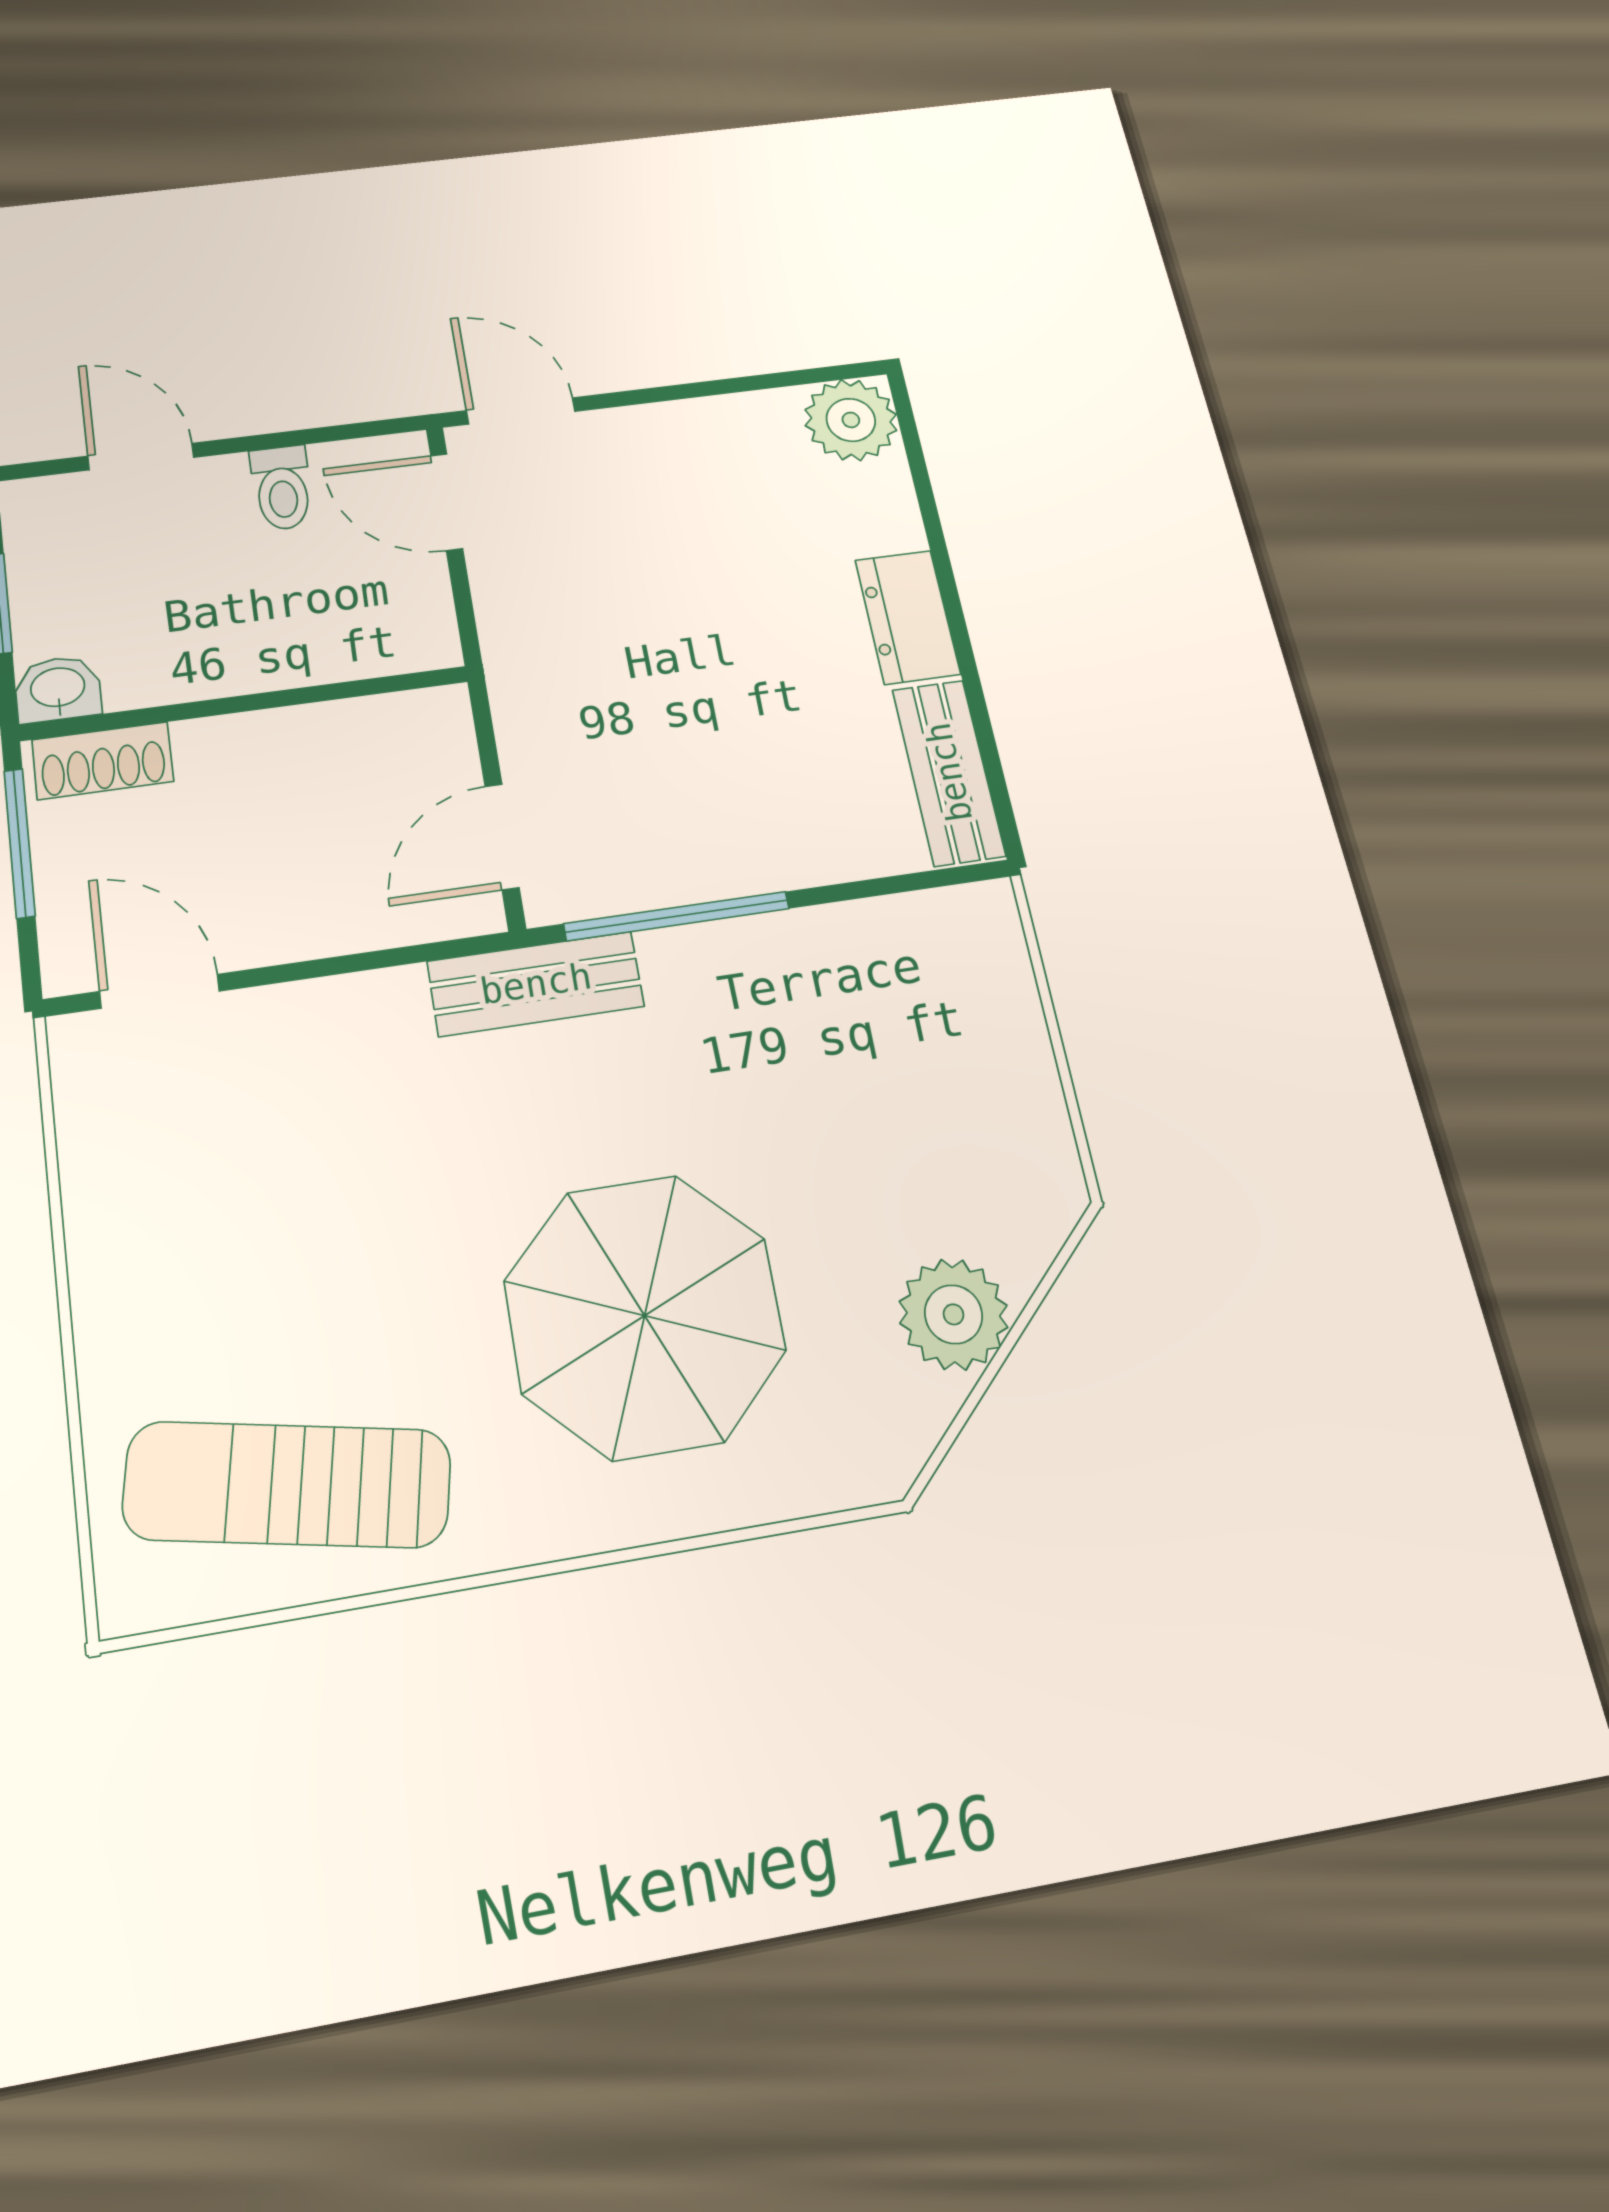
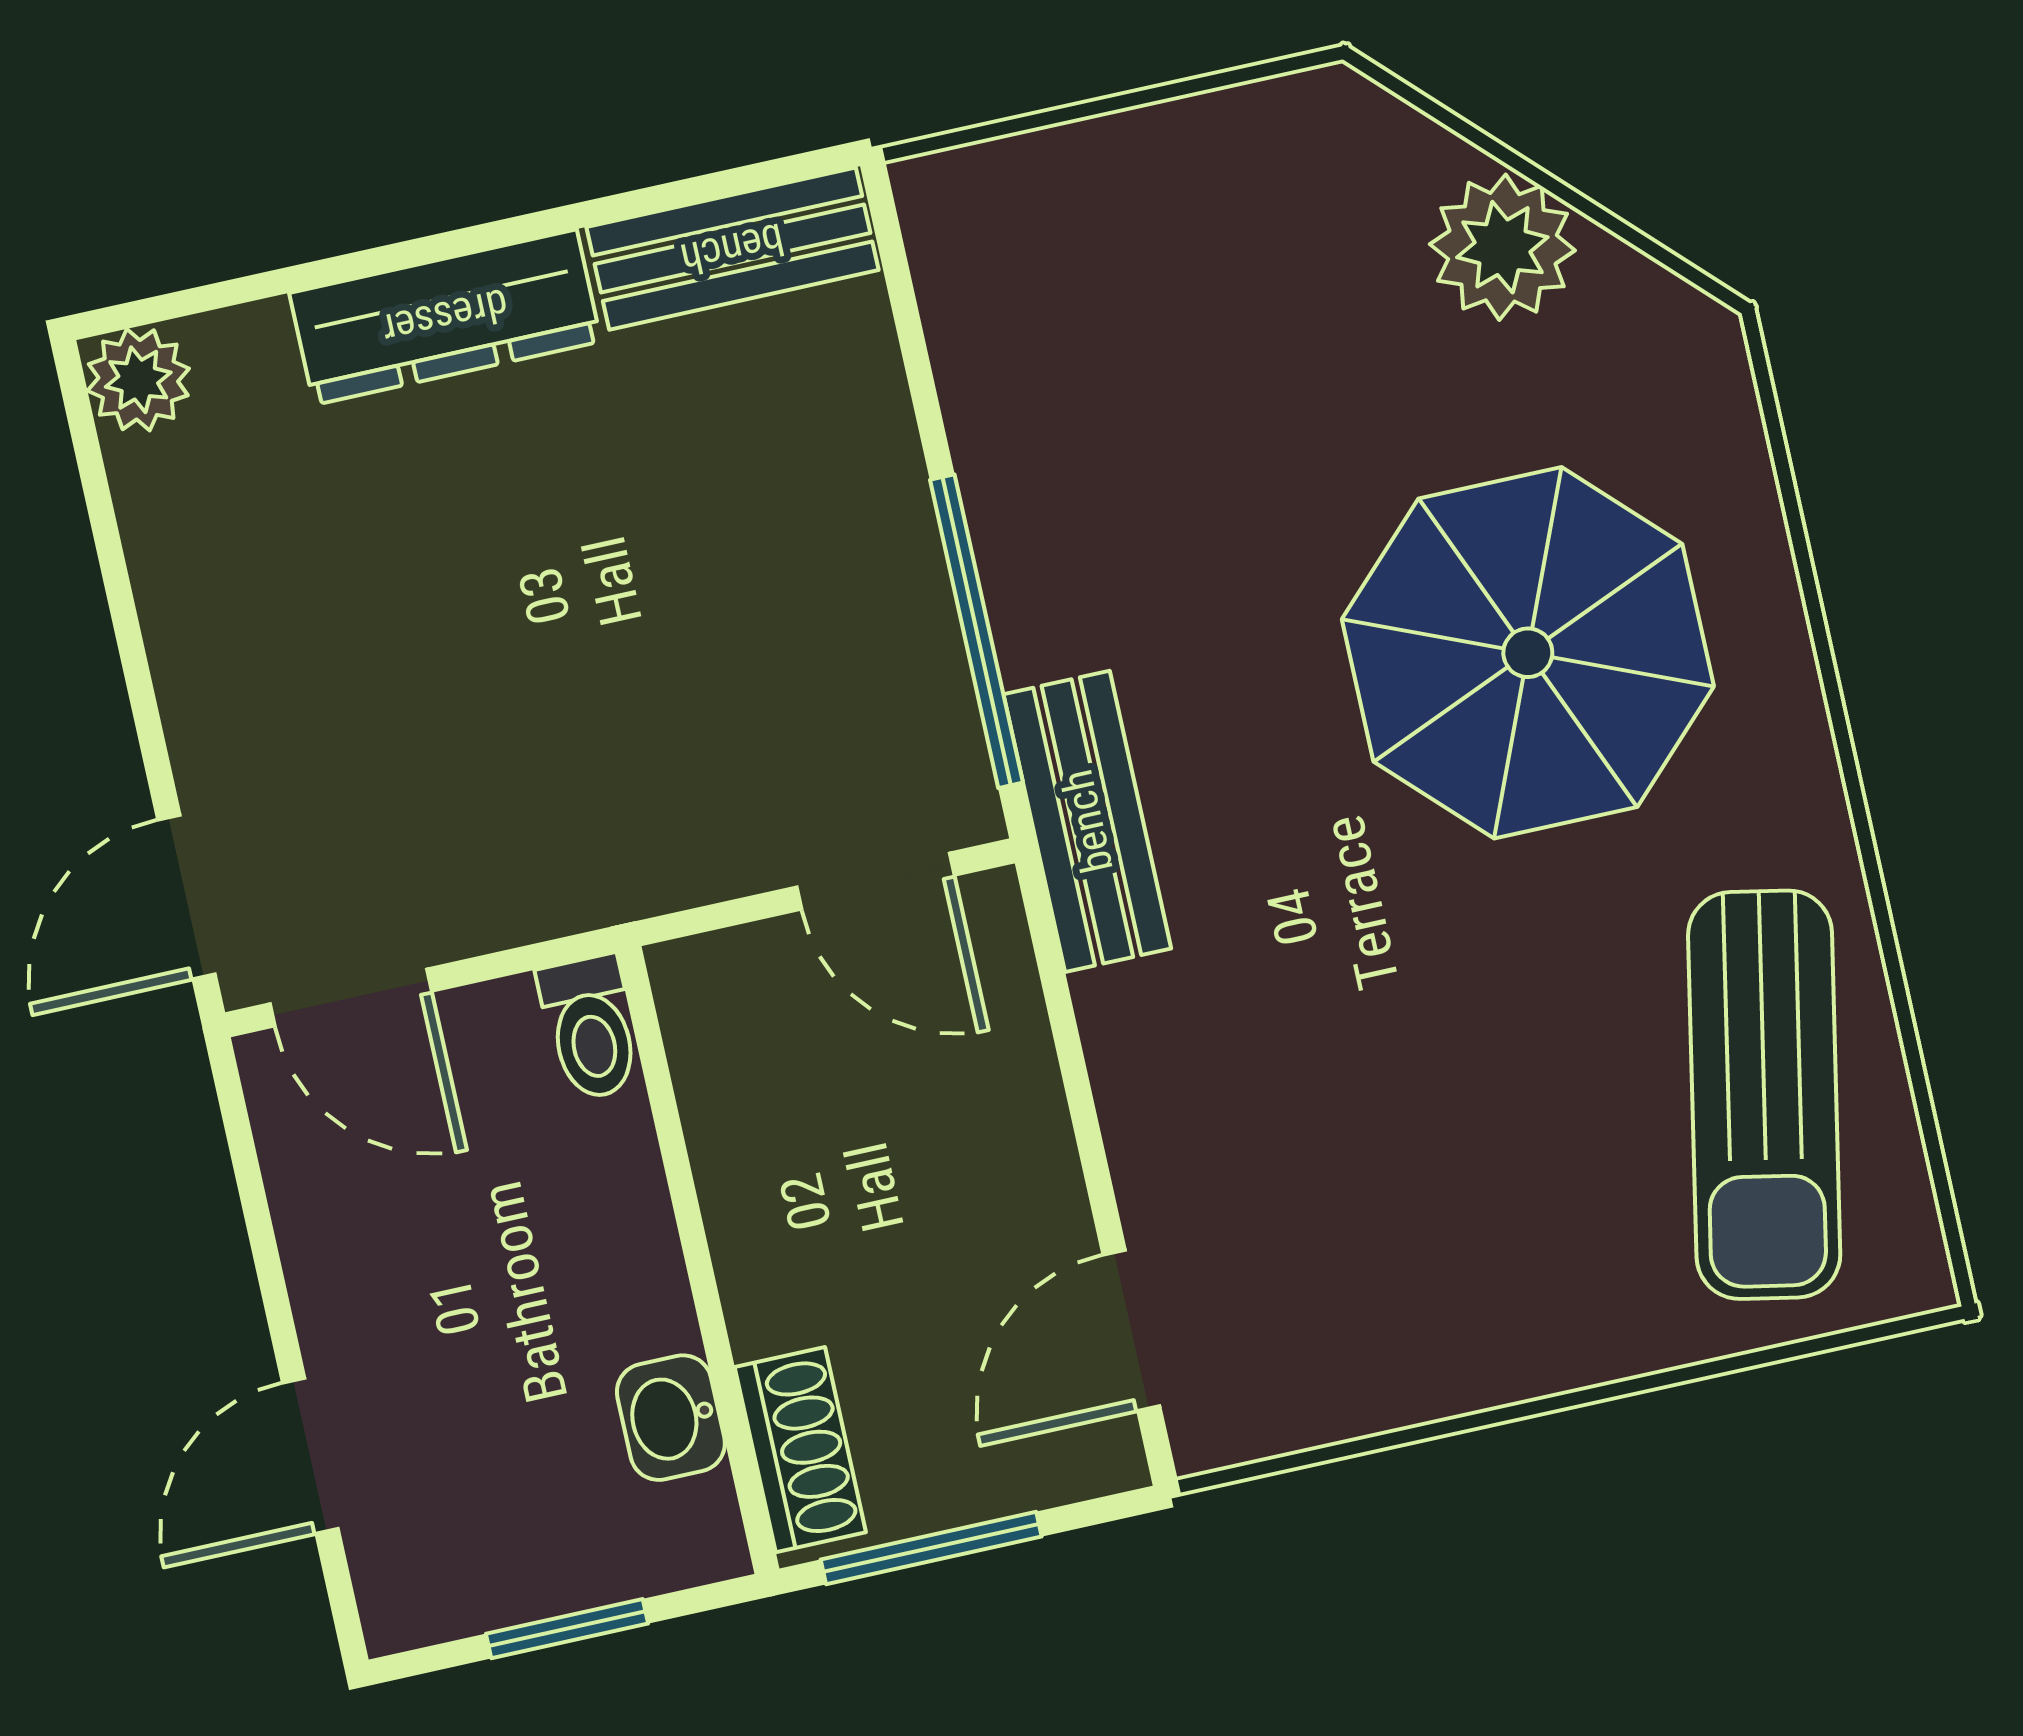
plant: (851, 420) -> (138, 380), width x0.73, depth x0.73
toilet: (282, 488) -> (590, 1028), moved, turned 90
door: (447, 502) -> (351, 997), hinge flipped
dresser: (908, 617) -> (445, 317), width x1.44
washbasin: (58, 689) -> (671, 1418), moved

